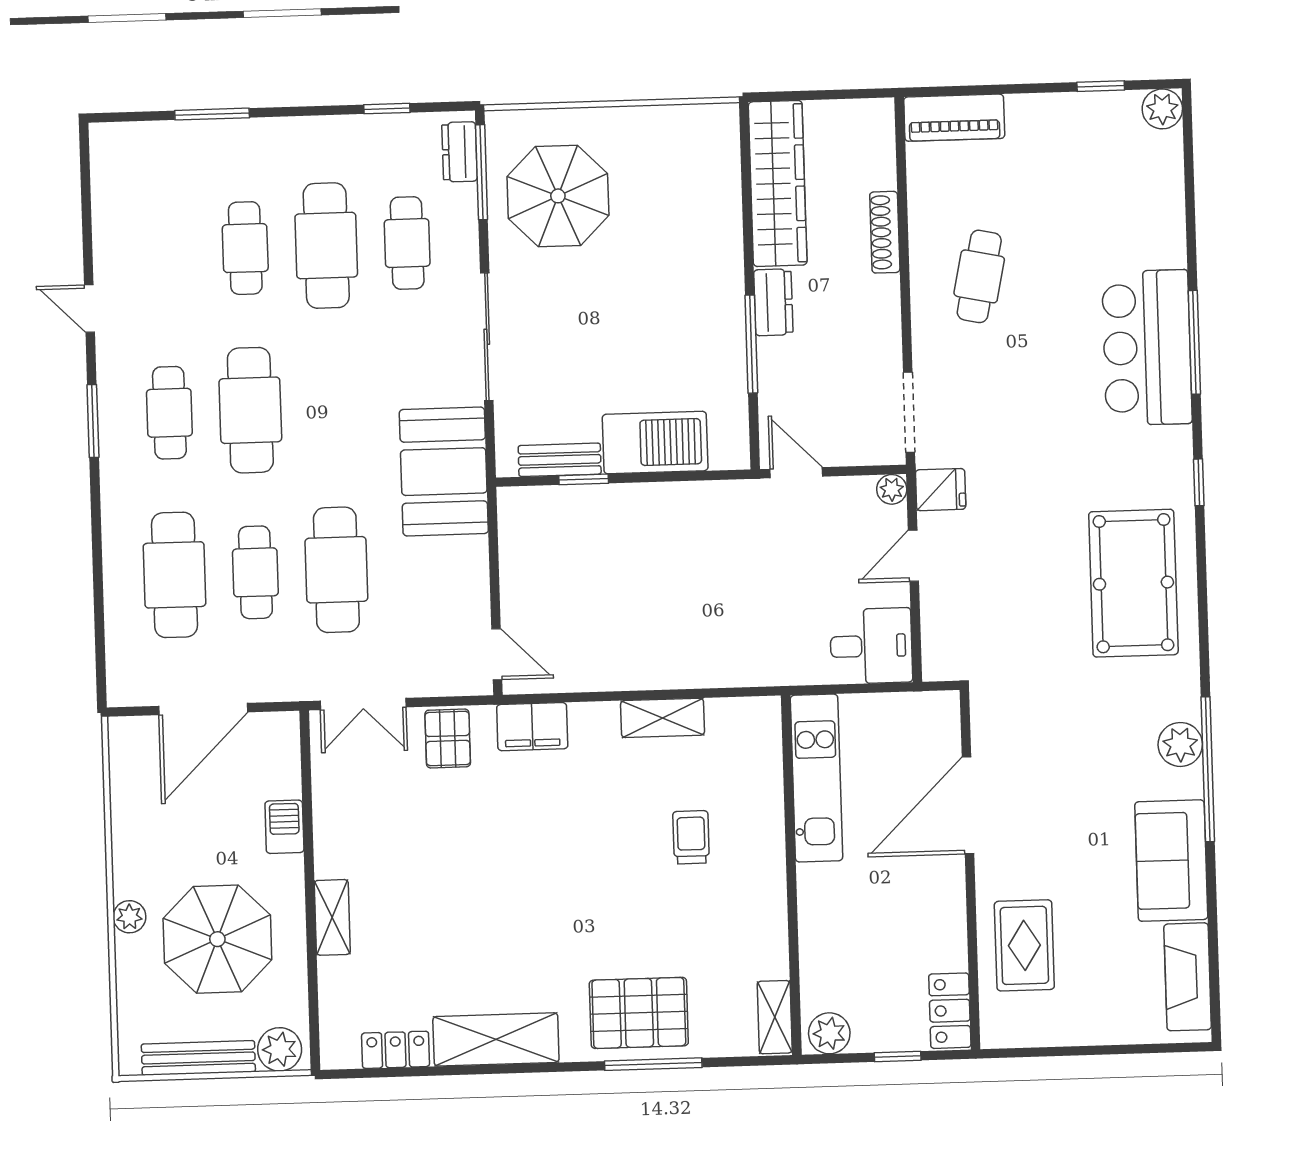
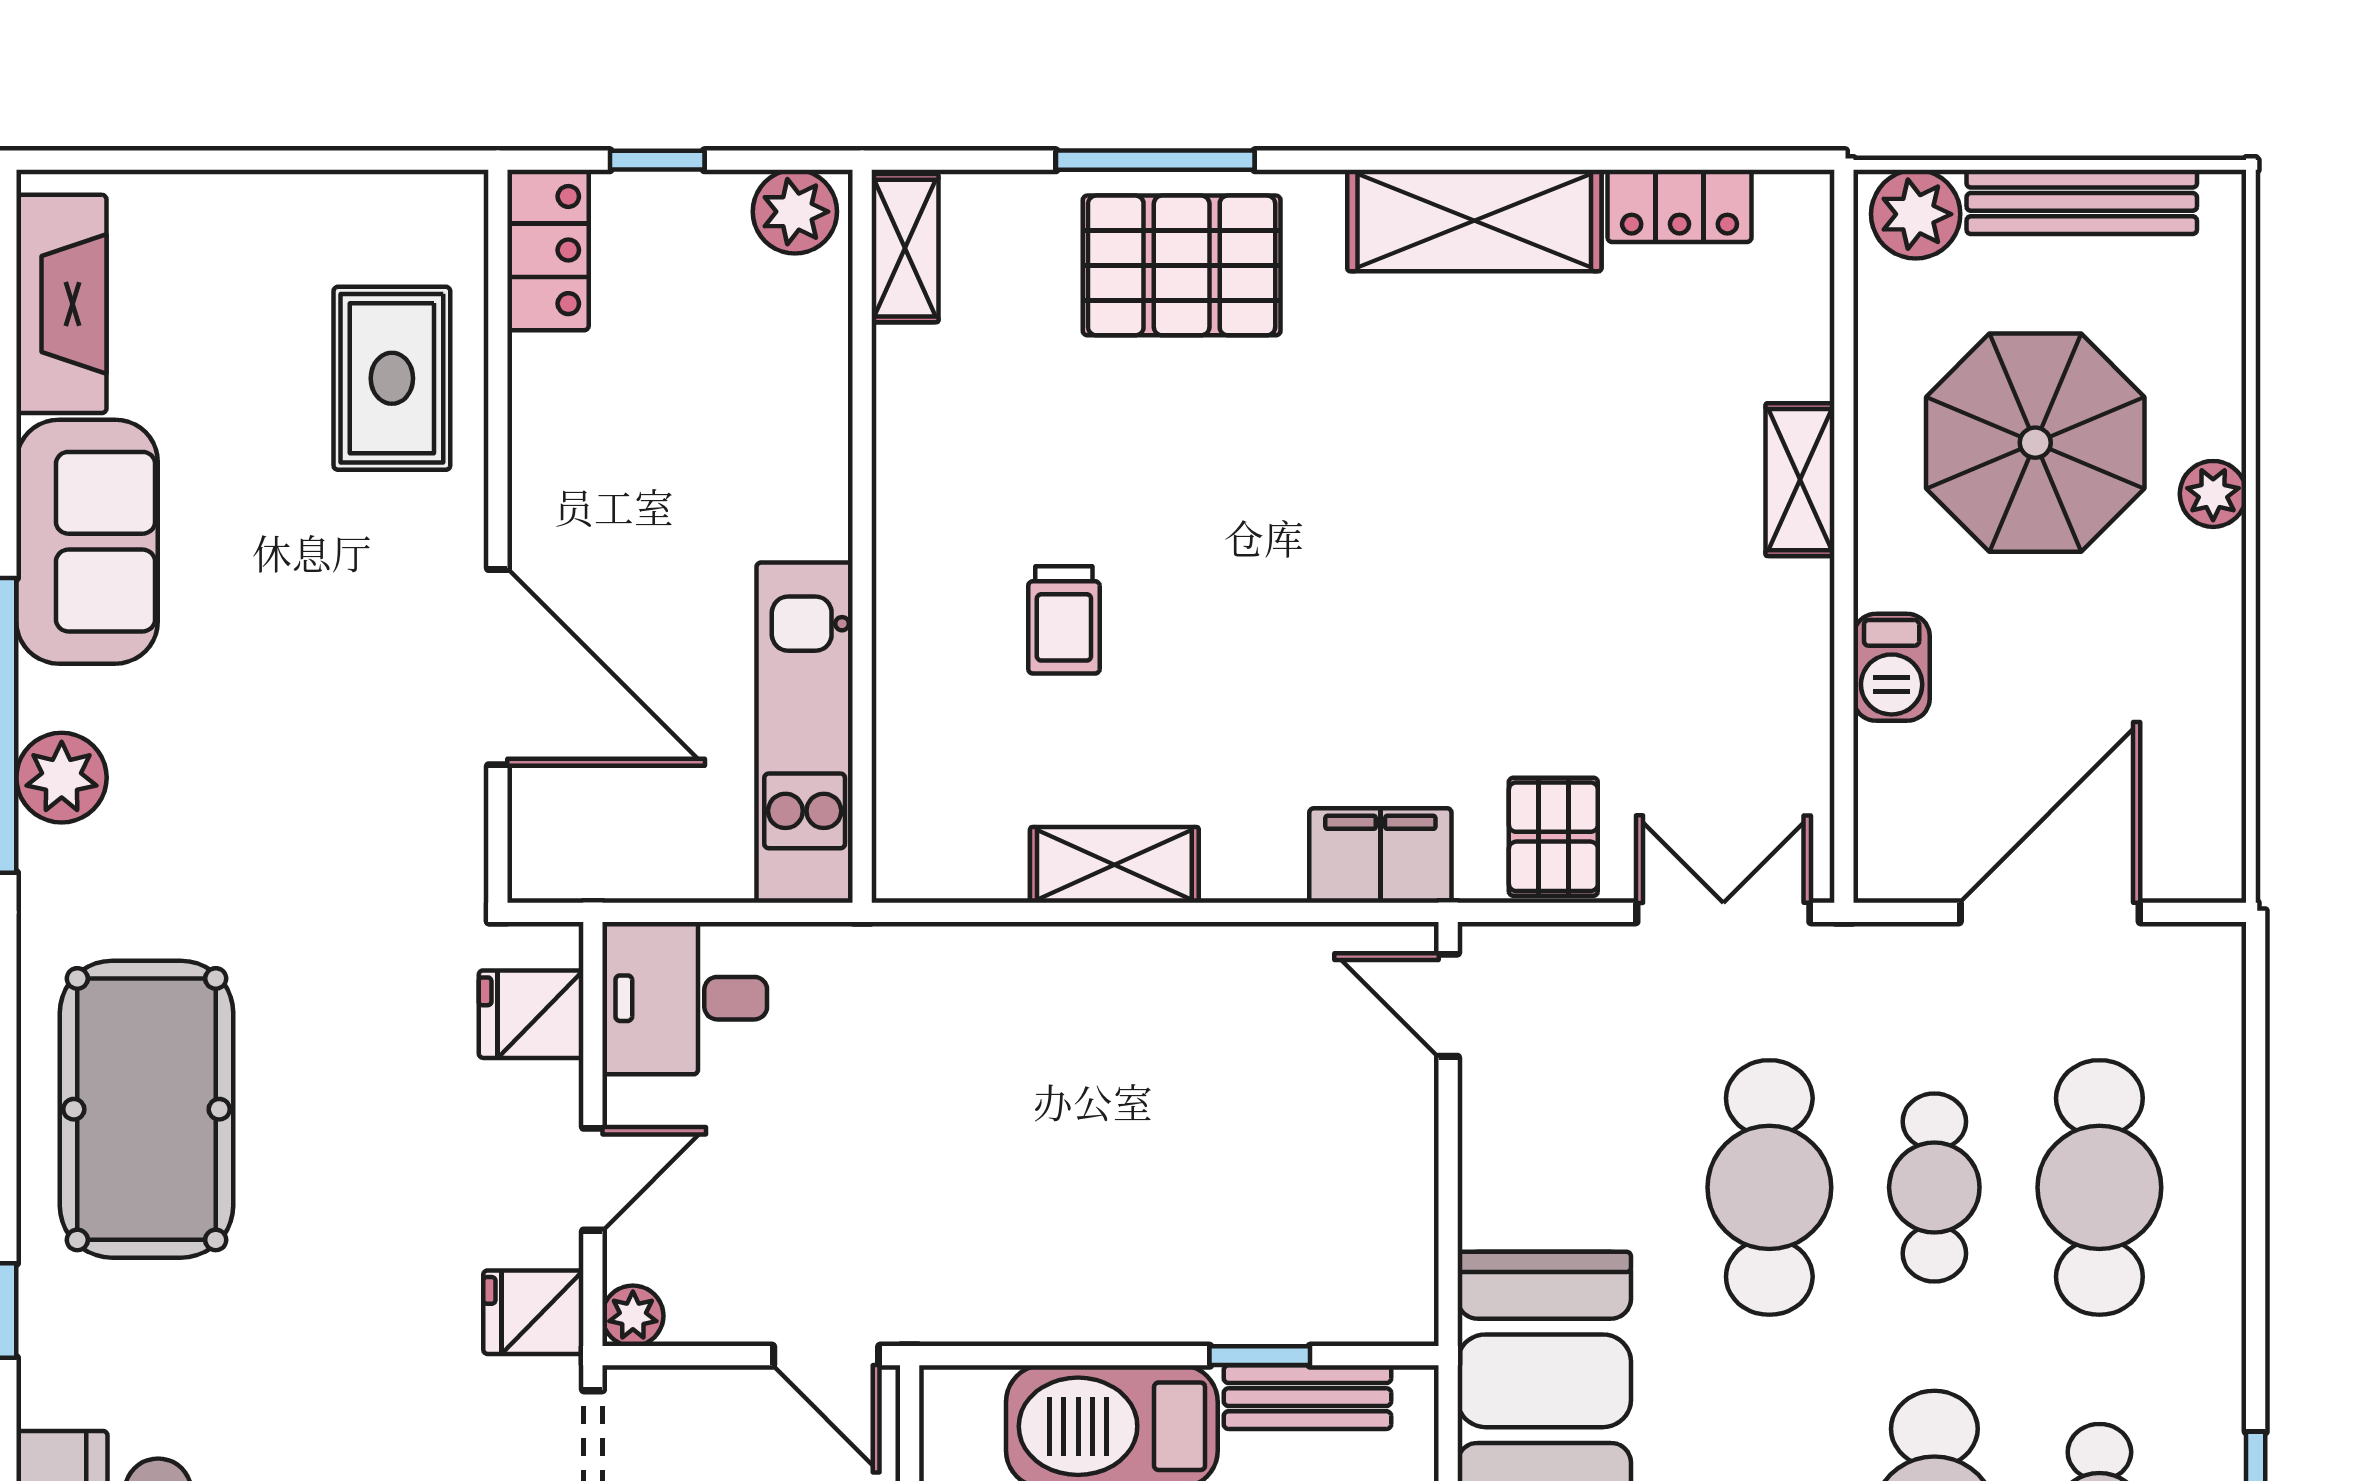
fridge: (946, 636) -> (531, 1014), added
door: (968, 805) -> (498, 667), hinge flipped

